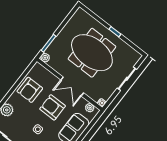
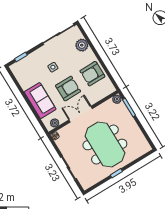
meeting table: (92, 53) -> (105, 145), turned 90
armchair: (30, 90) -> (92, 74), turned -90

